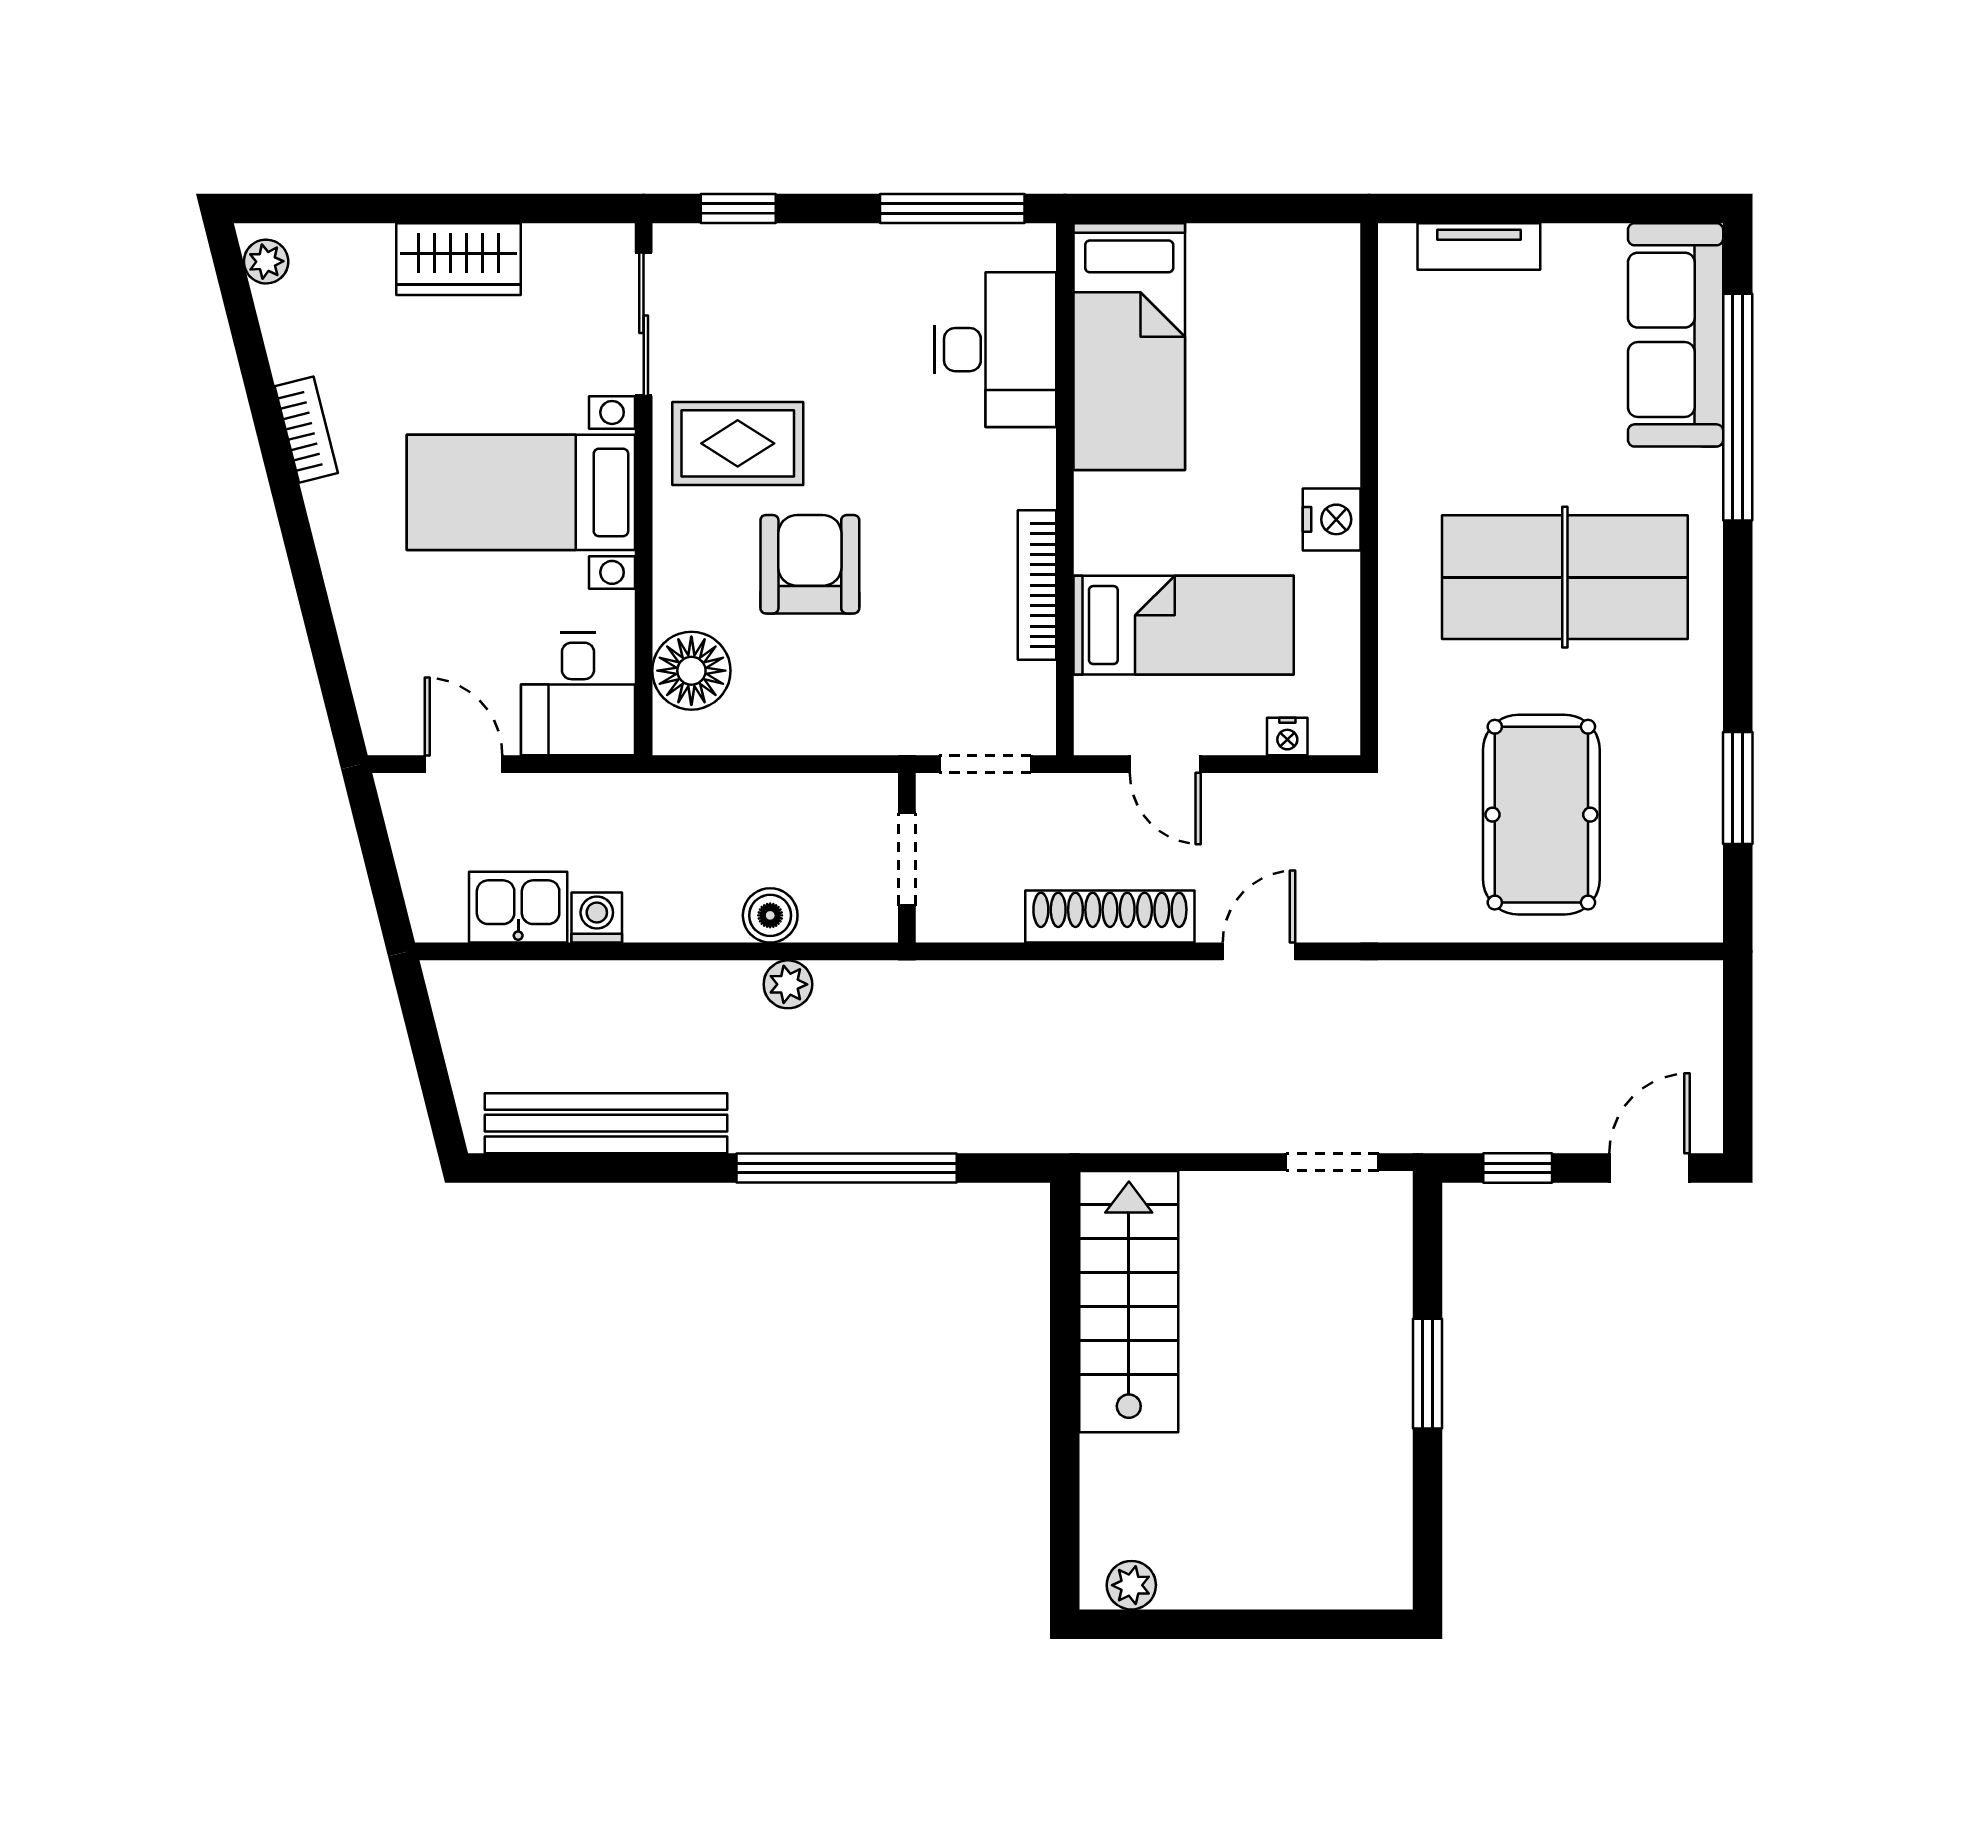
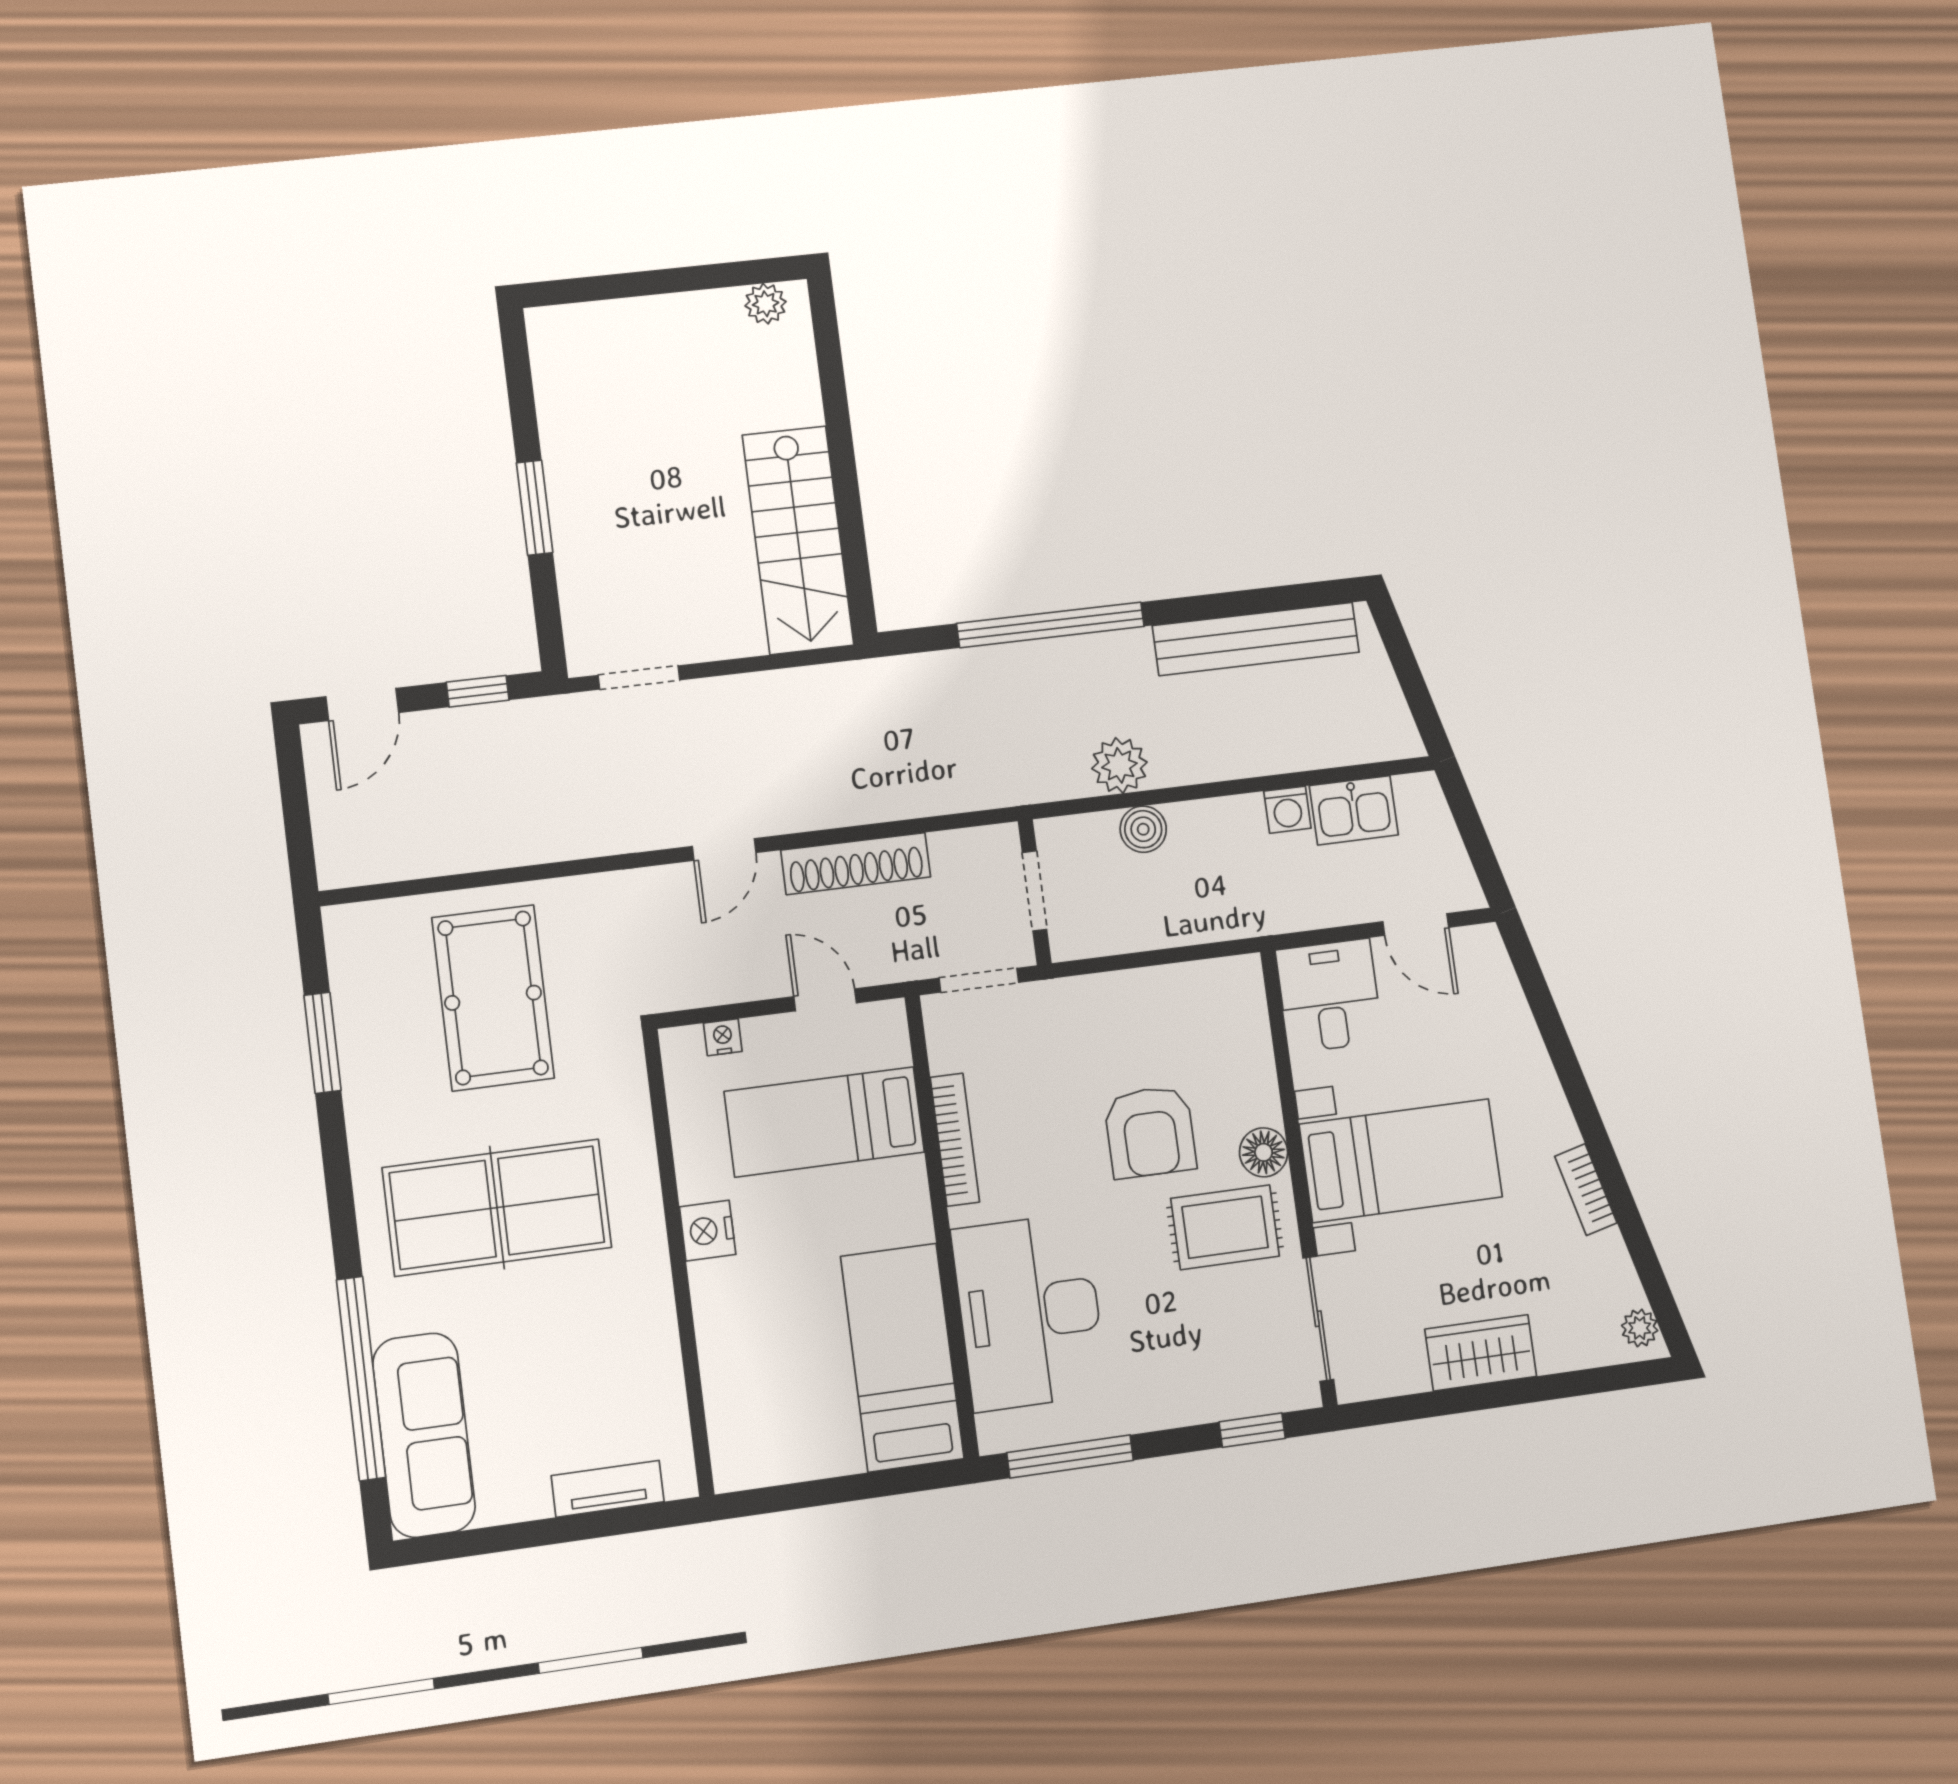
desk: (995, 350) -> (1029, 1312), width x1.36, depth x1.30
floor lamp: (691, 671) -> (1264, 1152), moved, width x0.73, depth x0.73
plant: (788, 984) -> (1119, 765), width x1.38, depth x1.38

